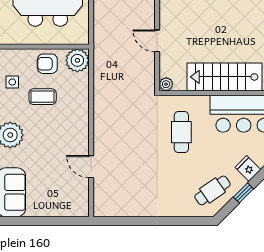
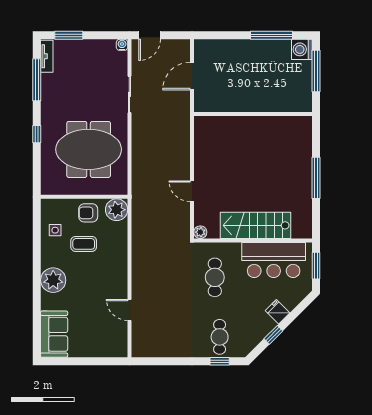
cafe table: (212, 190) -> (220, 337), moved, turned -55
window: (187, 221) -> (220, 361), added

